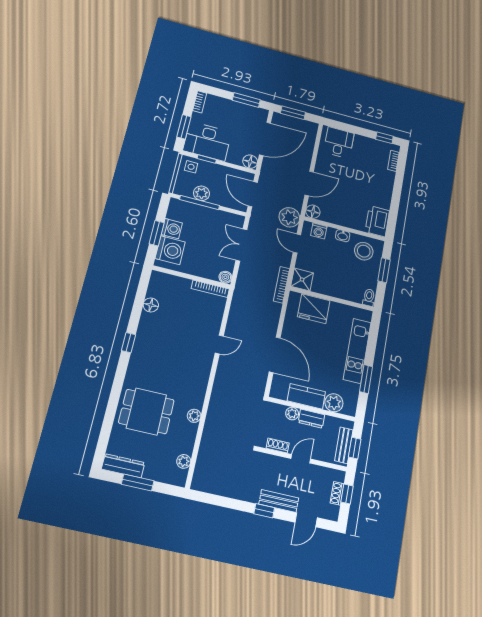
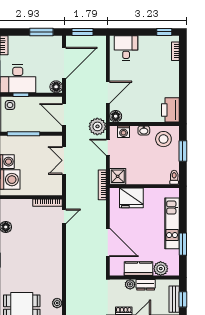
plant: (201, 193) -> (23, 125), removed
boiler: (225, 277) -> (57, 190), removed
door: (219, 344) -> (64, 216), moved

